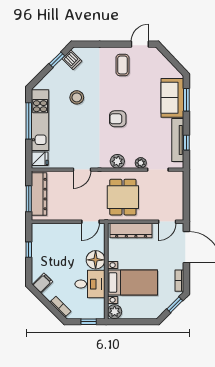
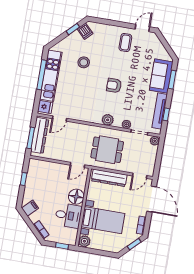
door: (82, 170) -> (59, 118), moved
plant: (178, 177) -> (155, 141), added
dining table: (123, 197) -> (107, 150), turned 90

